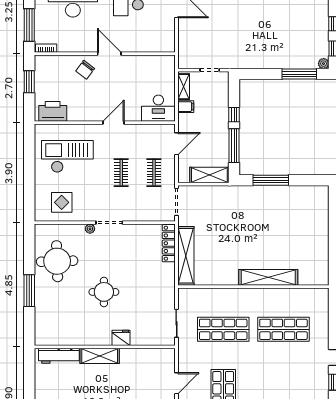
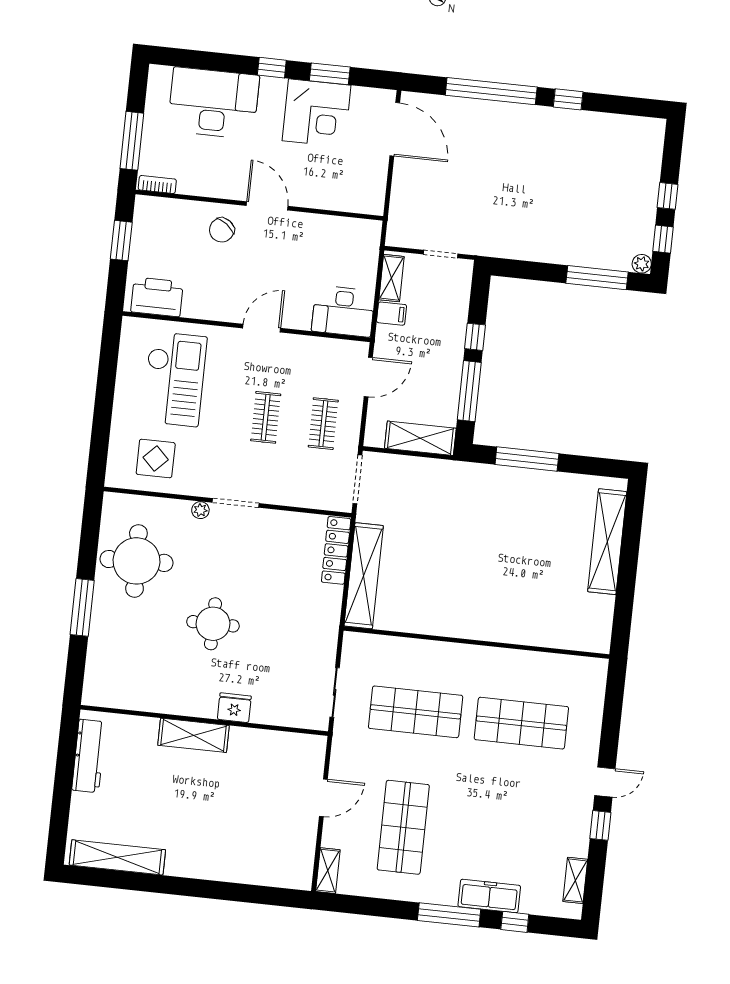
checkout: (67, 157) -> (174, 379), turned 90
shelving: (268, 277) -> (607, 542), moved, turned 90
workbench: (59, 356) -> (89, 756), moved, turned -90

